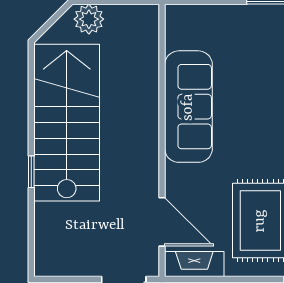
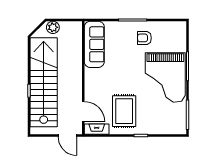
sofa: (188, 107) -> (94, 44), moved
stairs: (67, 123) -> (44, 82), width x1.36

